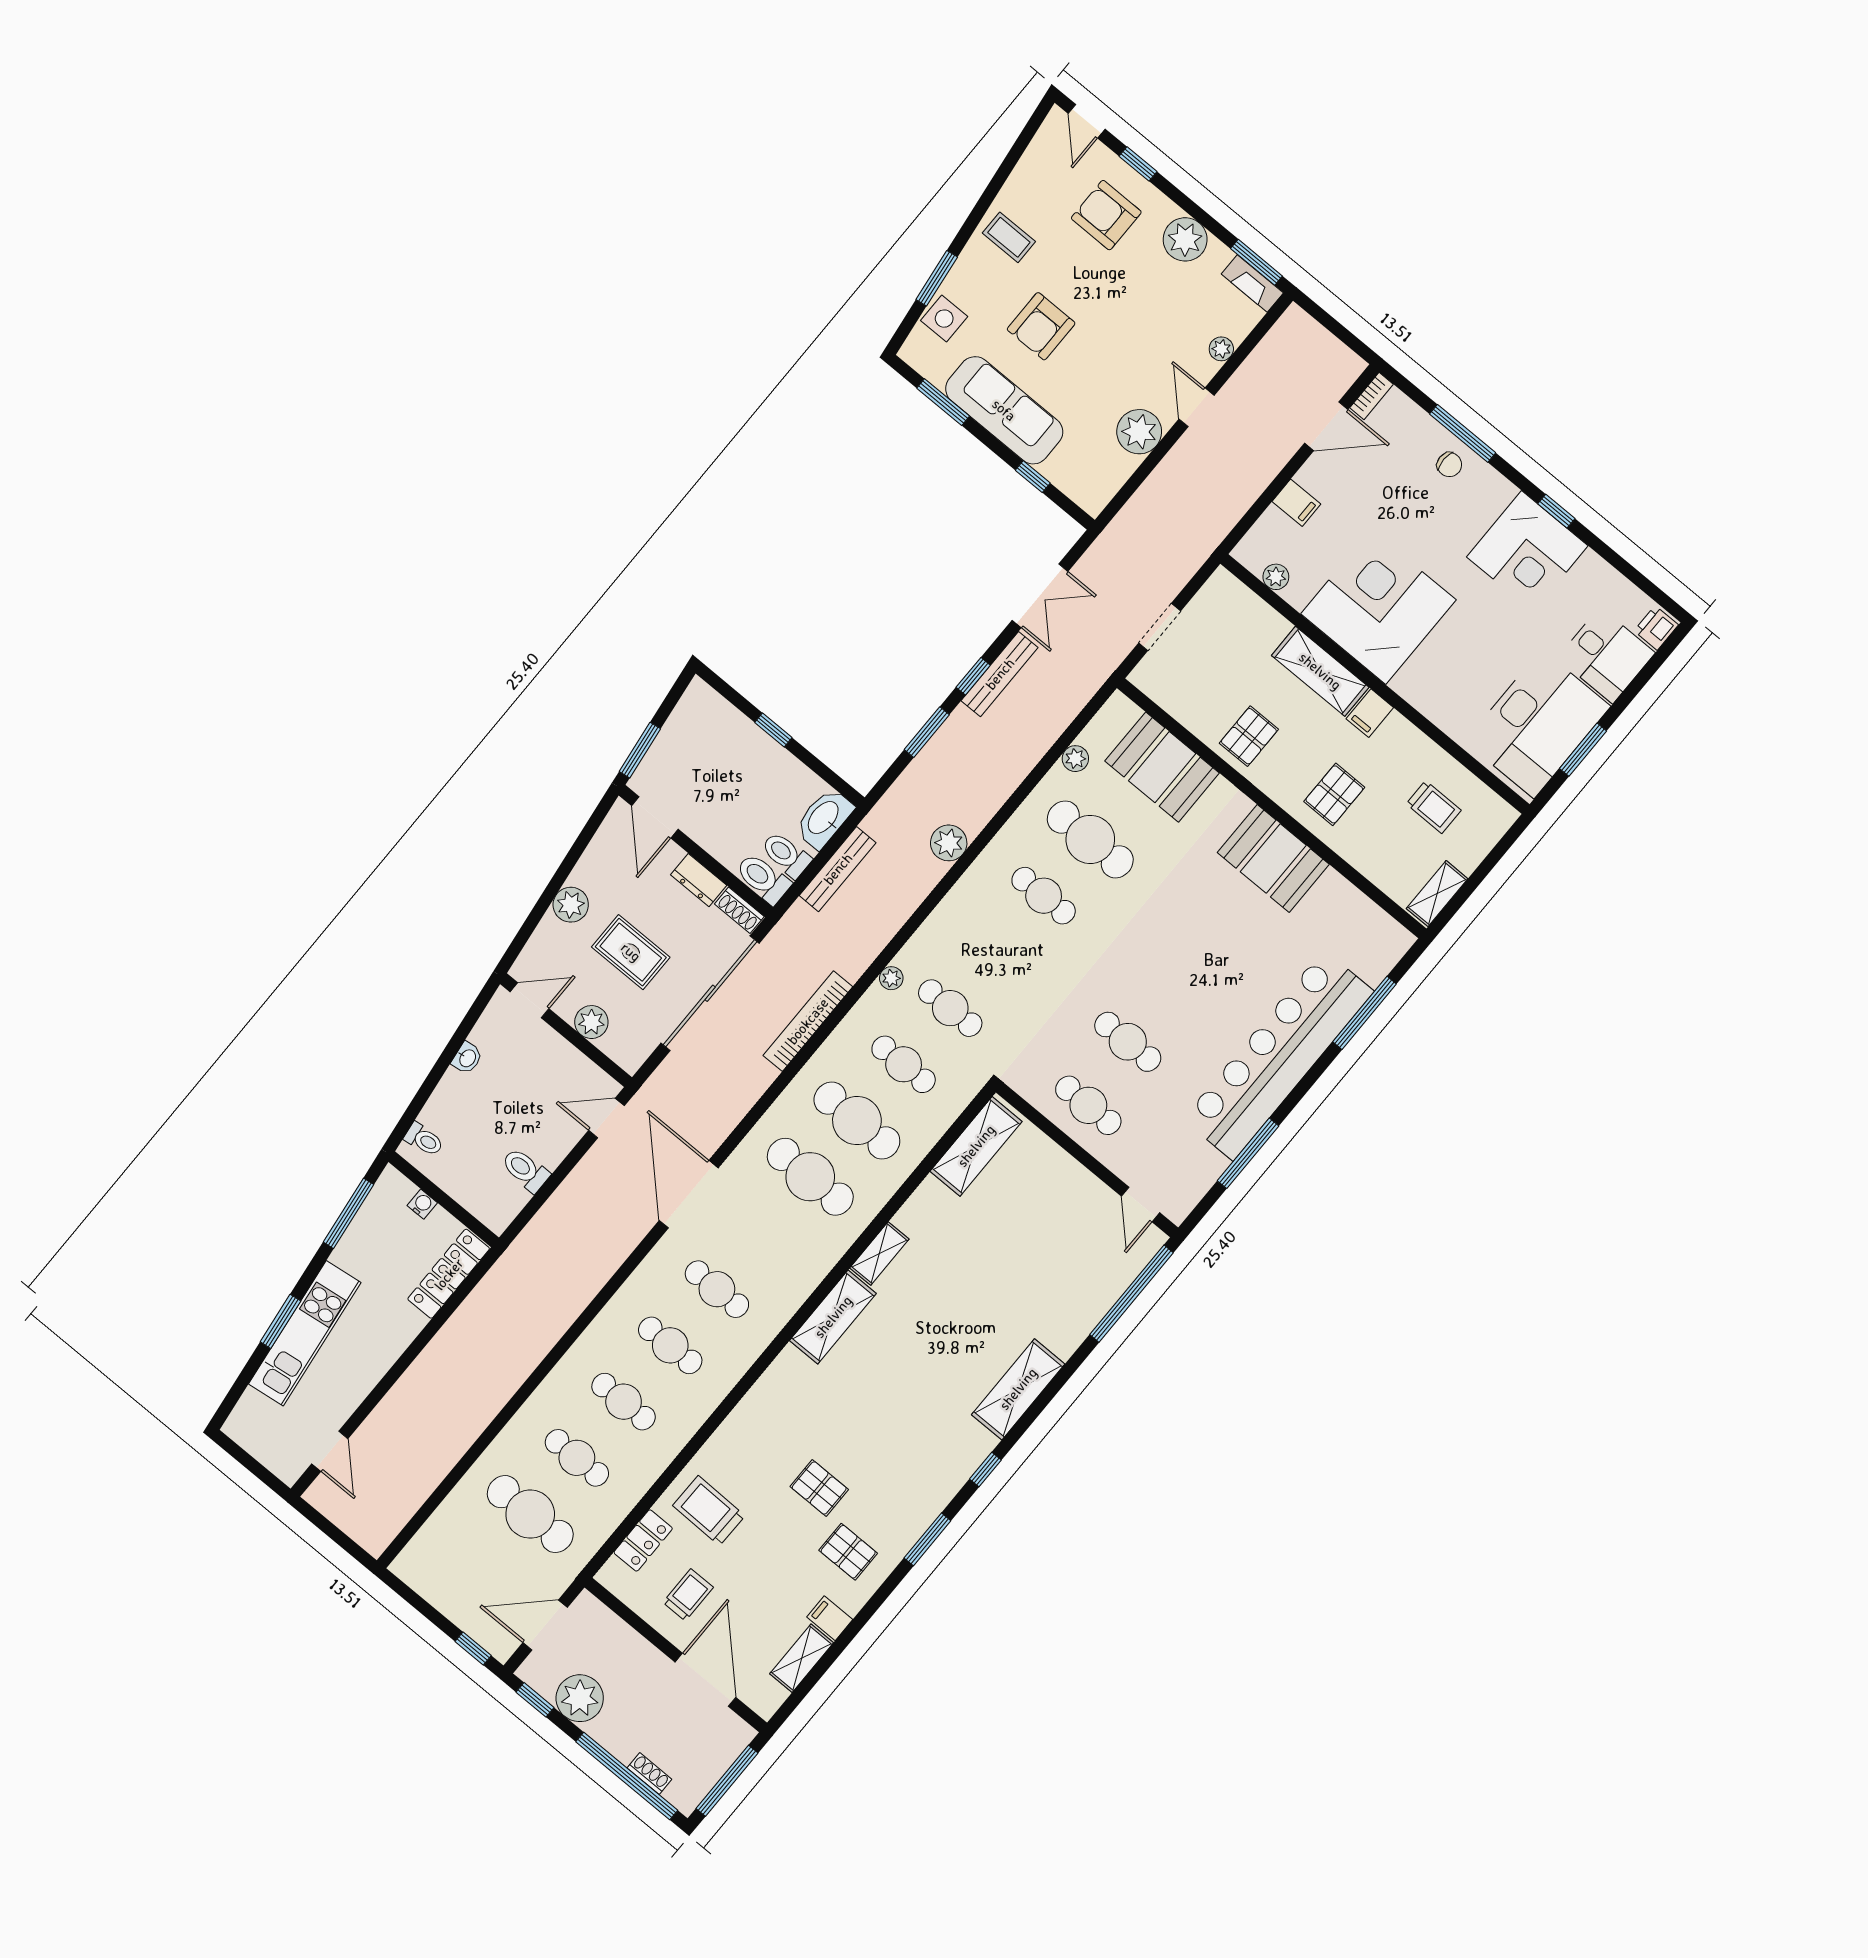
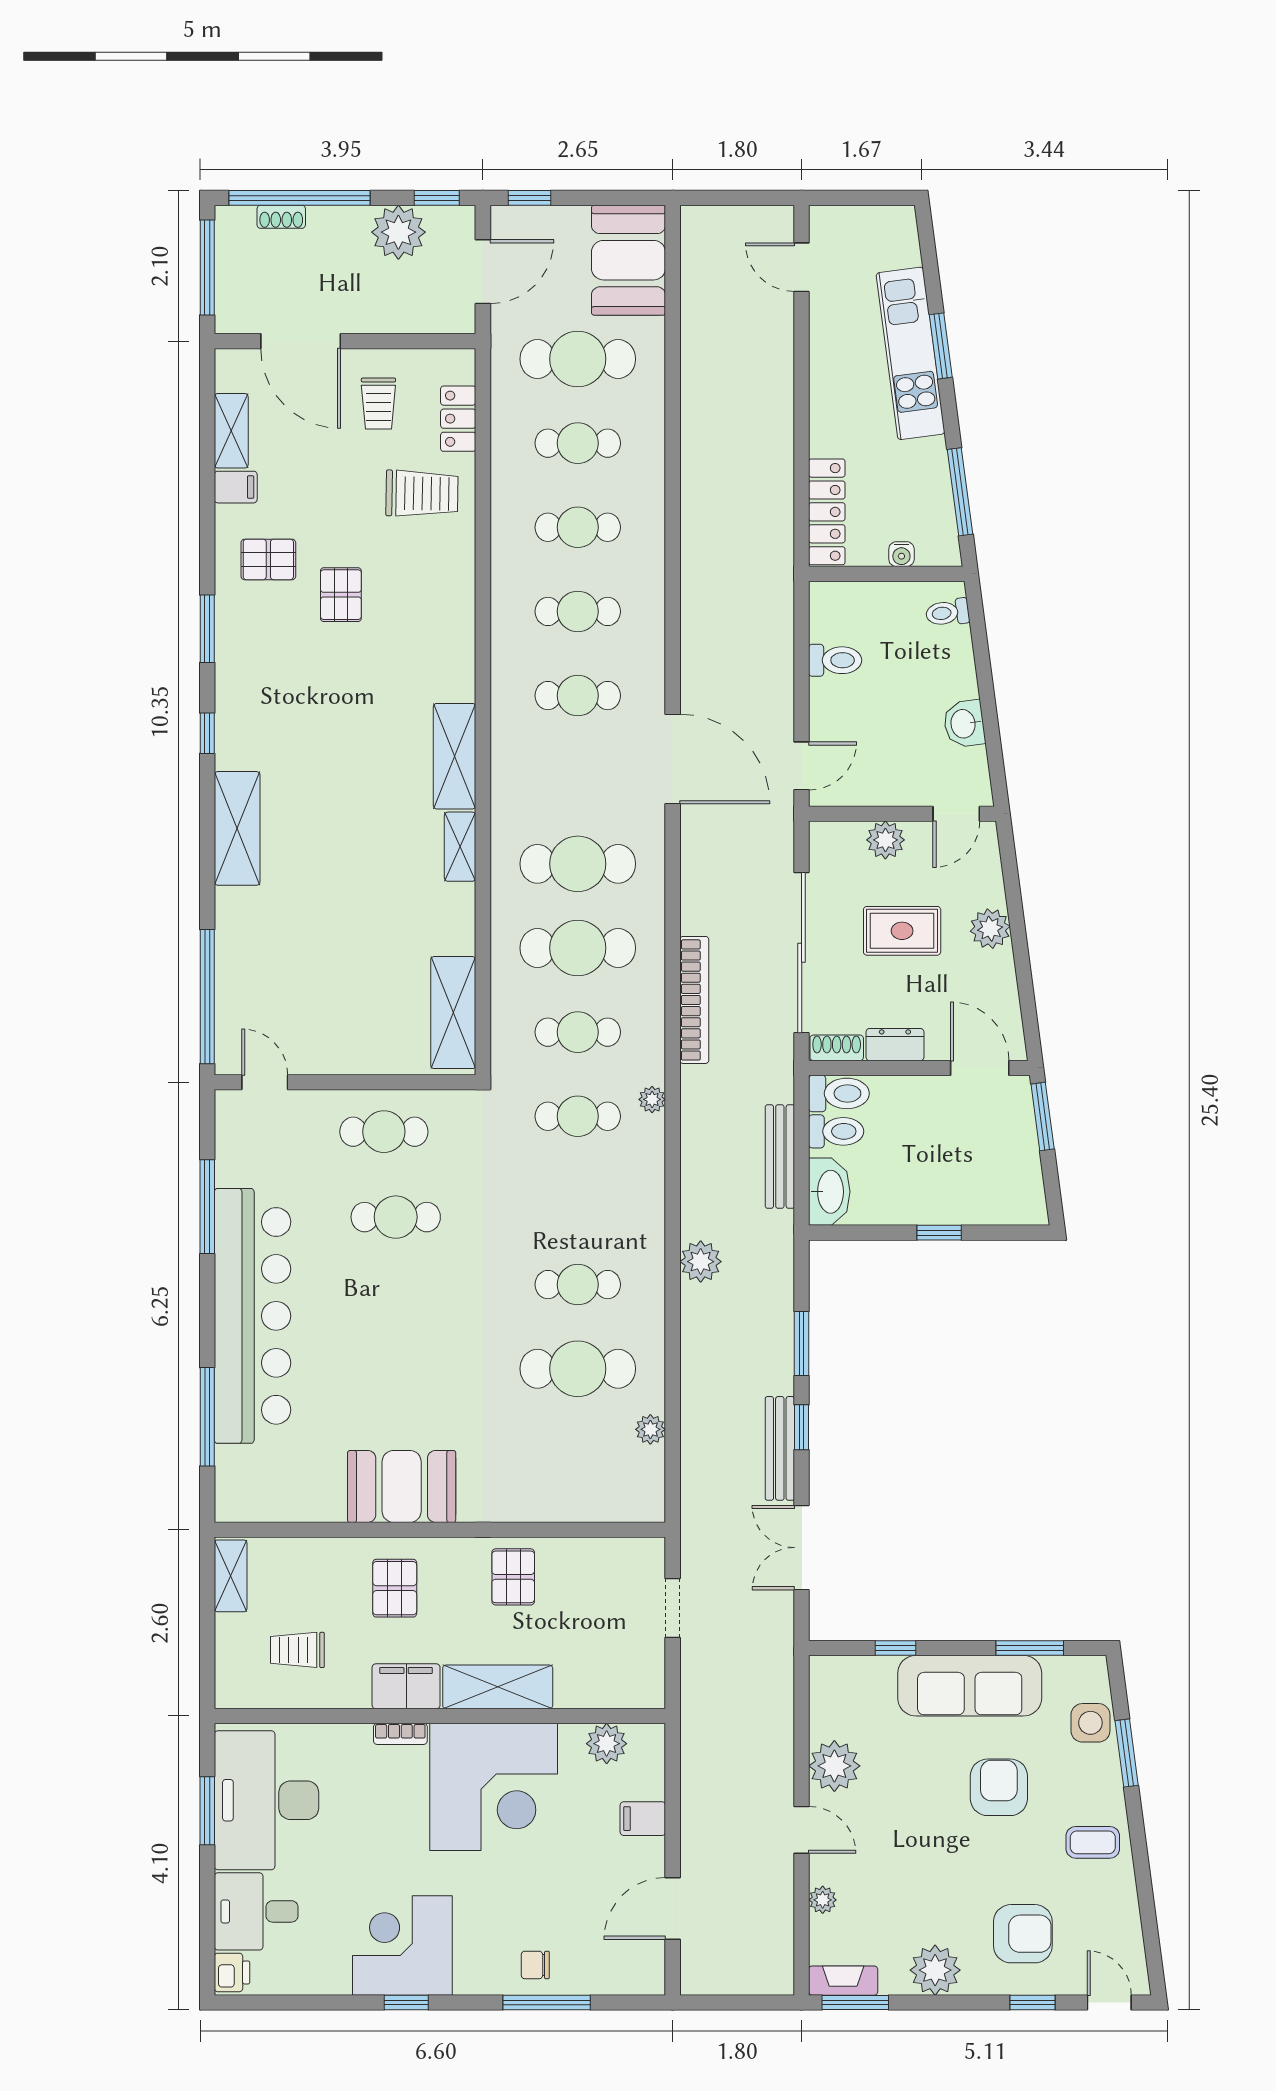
bookcase: (1372, 396) -> (400, 1734), moved, turned -90
plant: (1276, 577) -> (607, 1744), width x1.38, depth x1.38
filing cabinet: (1370, 713) -> (406, 1686), width x2.00
booth: (1162, 767) -> (629, 260), moved, turned 90
washbasin: (467, 1058) -> (964, 724), width x1.38, depth x1.45
pallet: (819, 1488) -> (341, 595), turned 90

